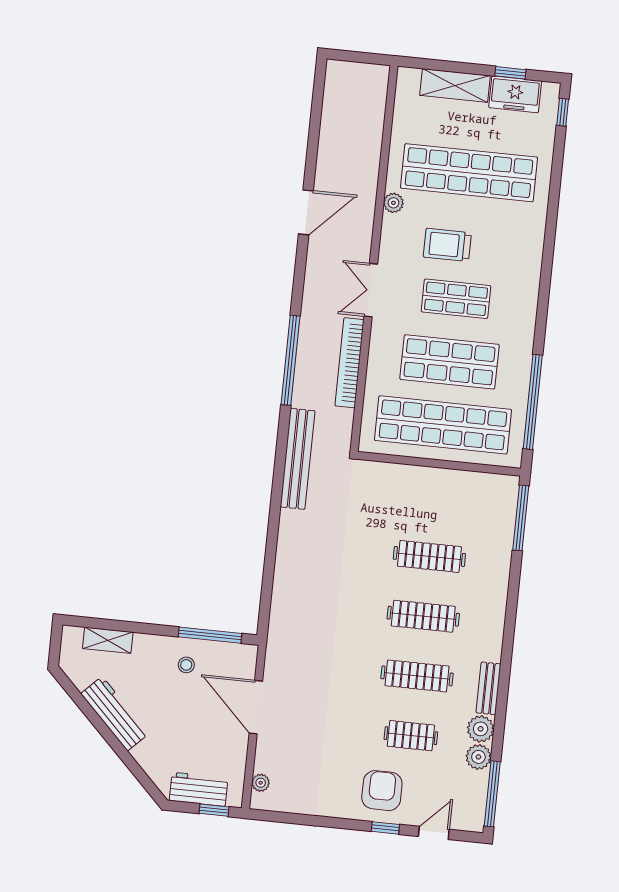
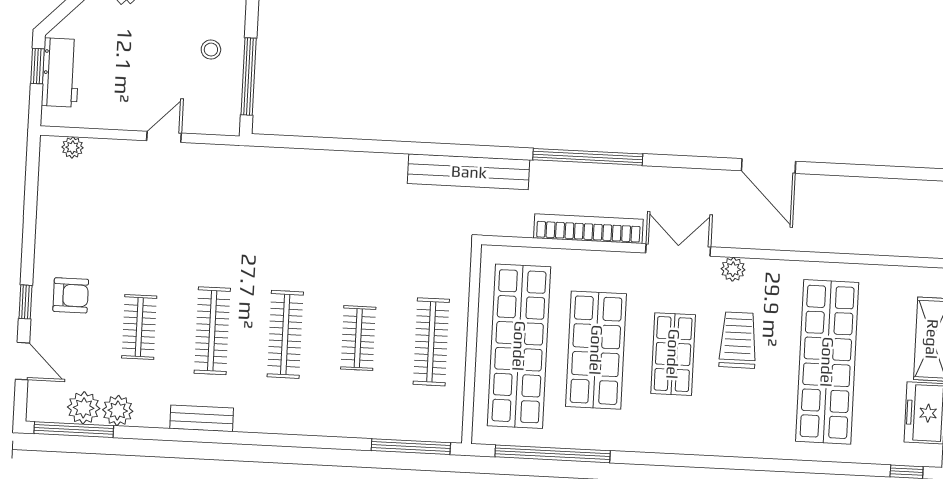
plant: (393, 203) -> (733, 269), moved
clothes rail: (436, 497) -> (431, 342), added
clothes rail: (429, 556) -> (358, 338), width x0.73
door: (256, 707) -> (164, 137), width x0.53
plant: (481, 729) -> (84, 408), moved
armchair: (382, 791) -> (71, 295), width x0.72, depth x0.72
window: (214, 810) -> (37, 66), moved

